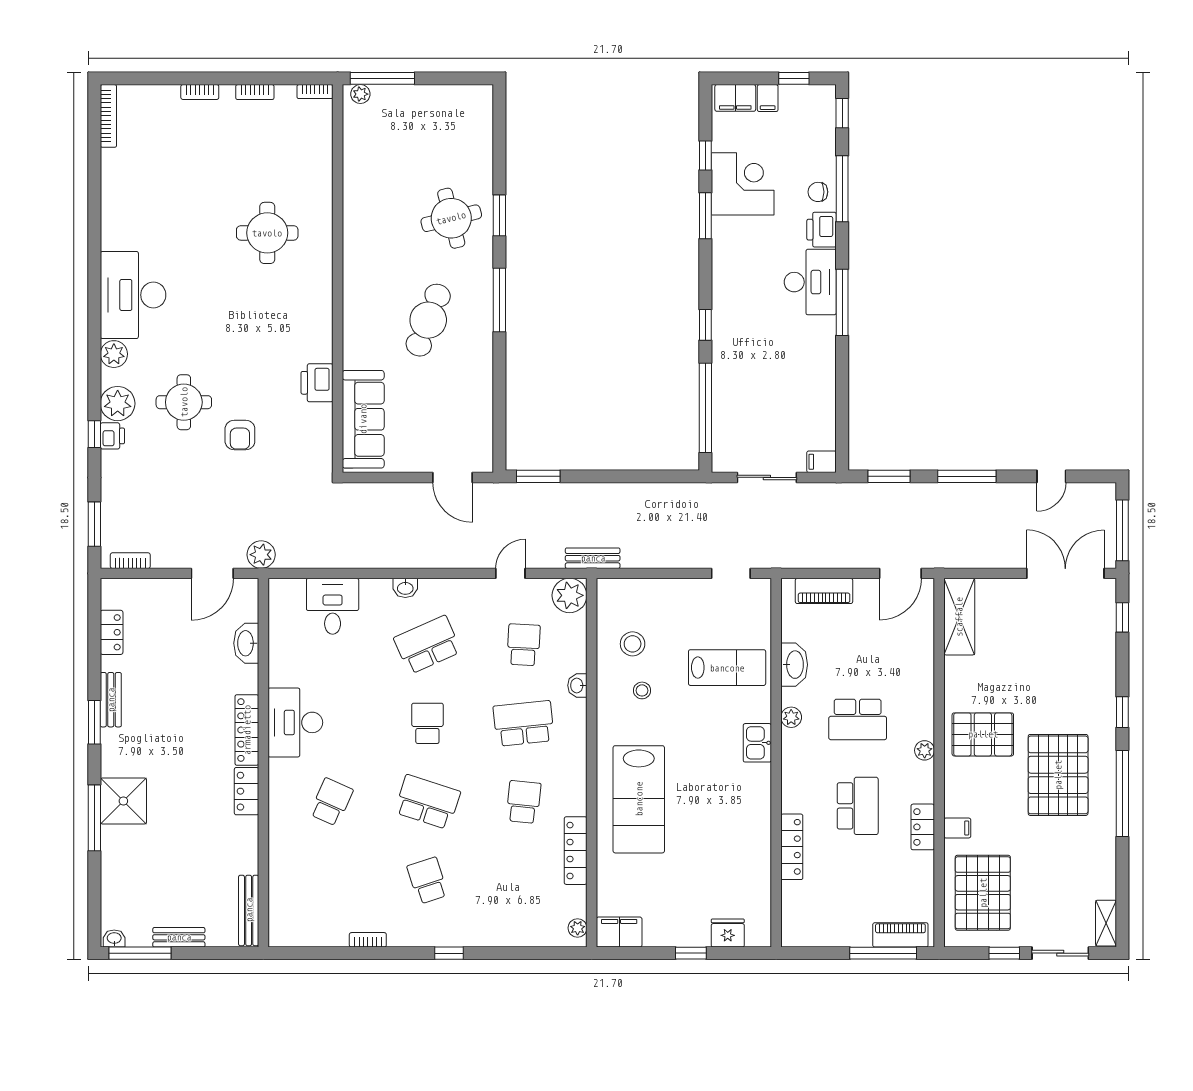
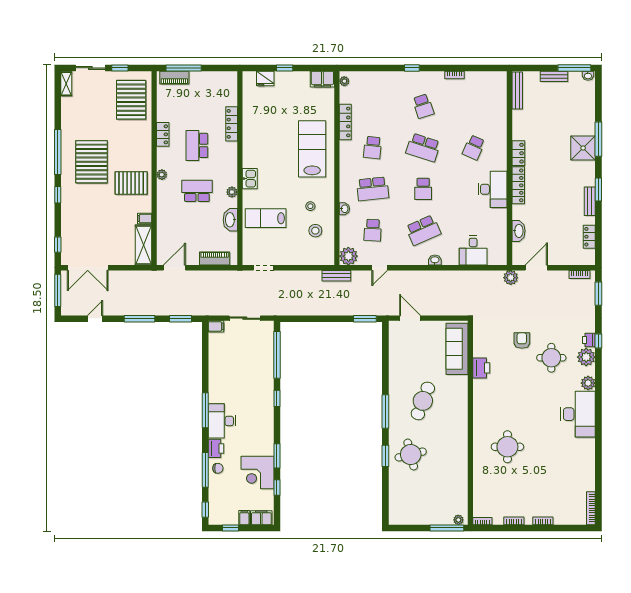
filing cabinet: (957, 828) -> (145, 218), moved

